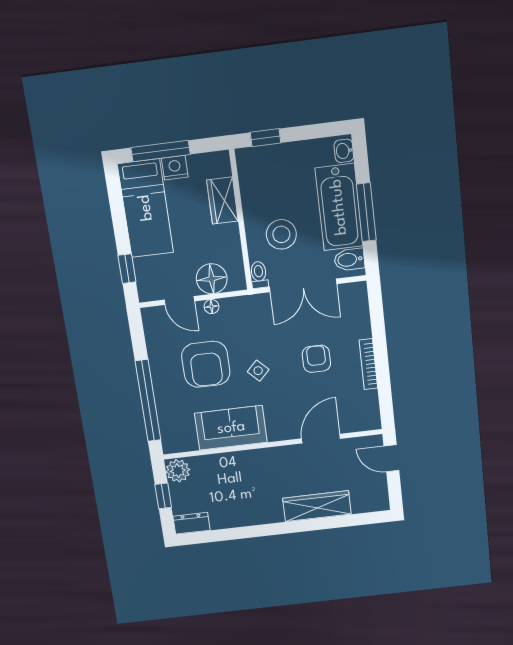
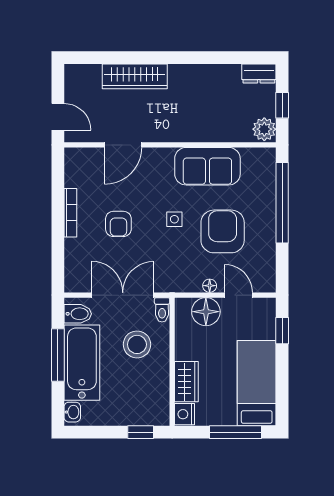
nightstand: (175, 168) -> (185, 414), moved, turned 90
side table: (258, 371) -> (174, 219), turned 45

